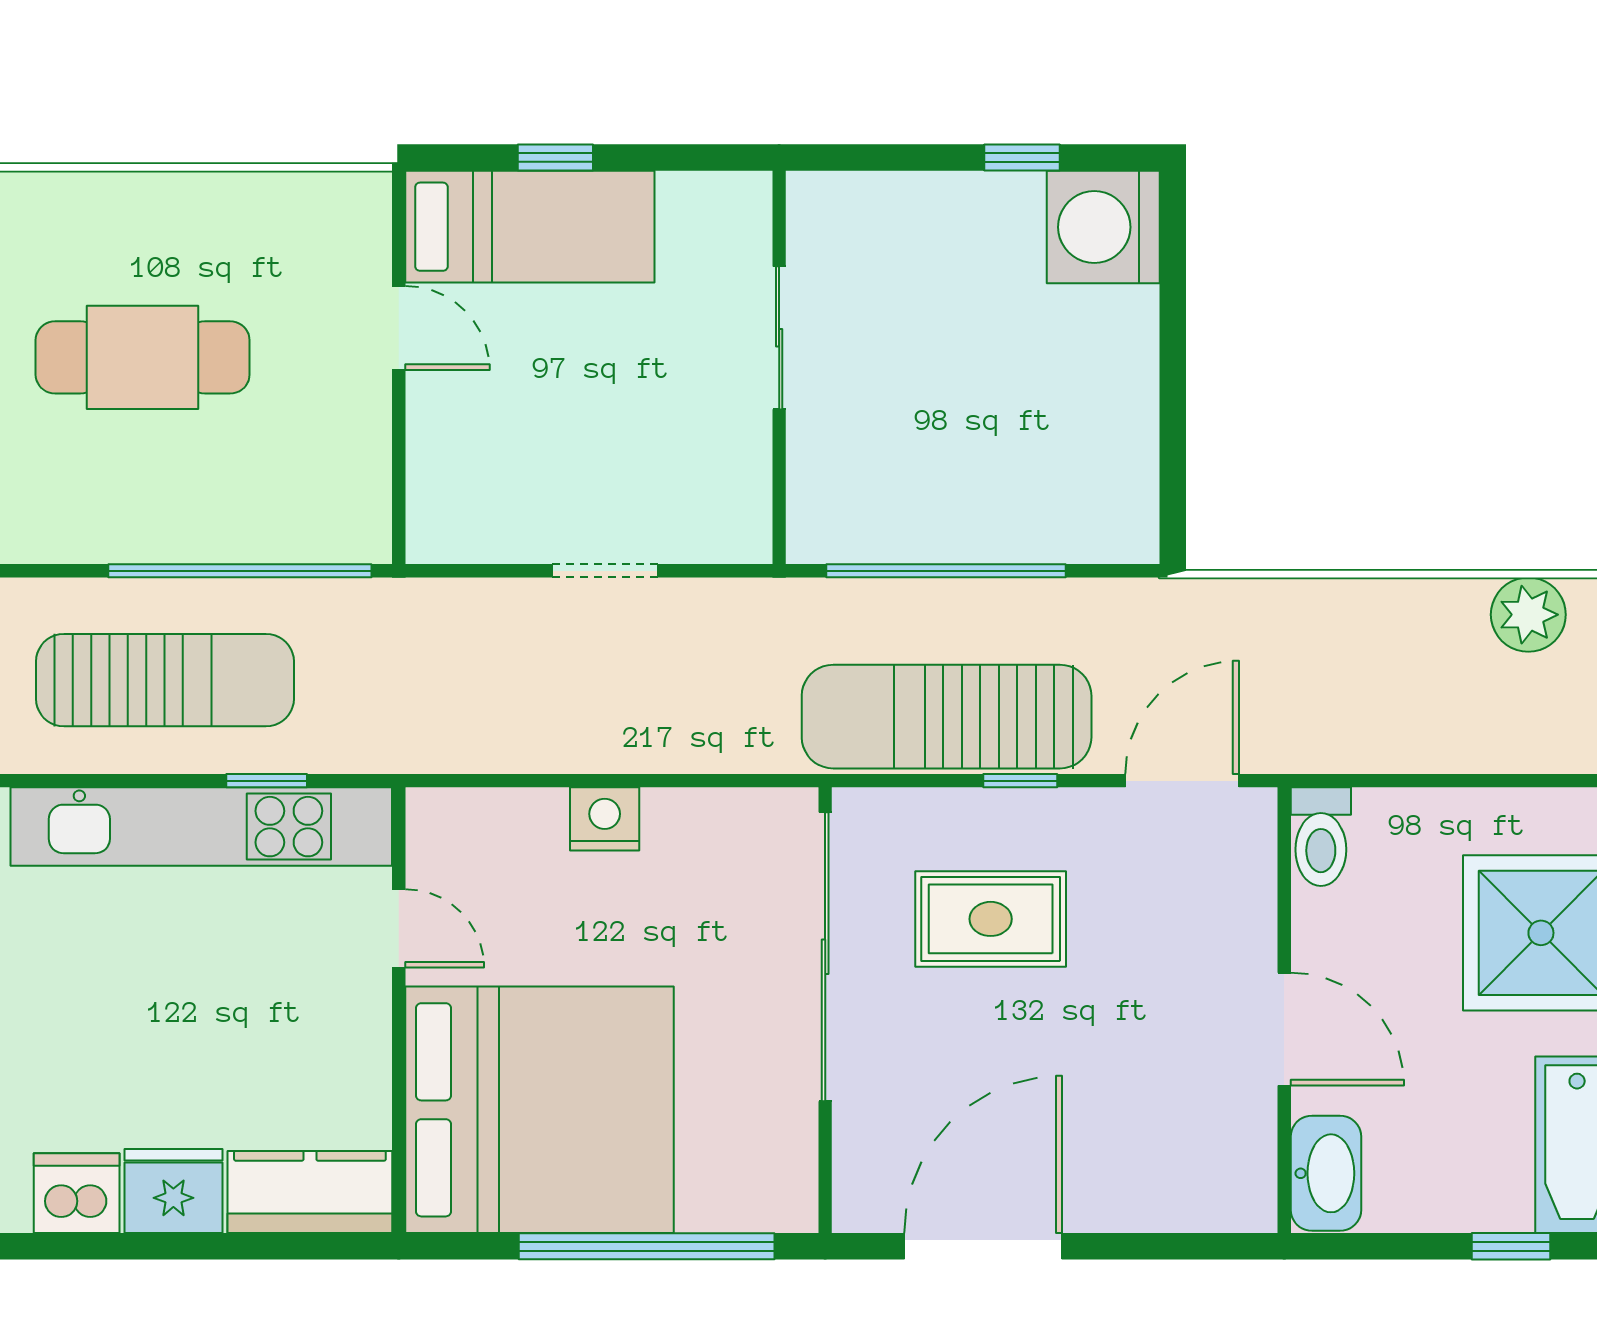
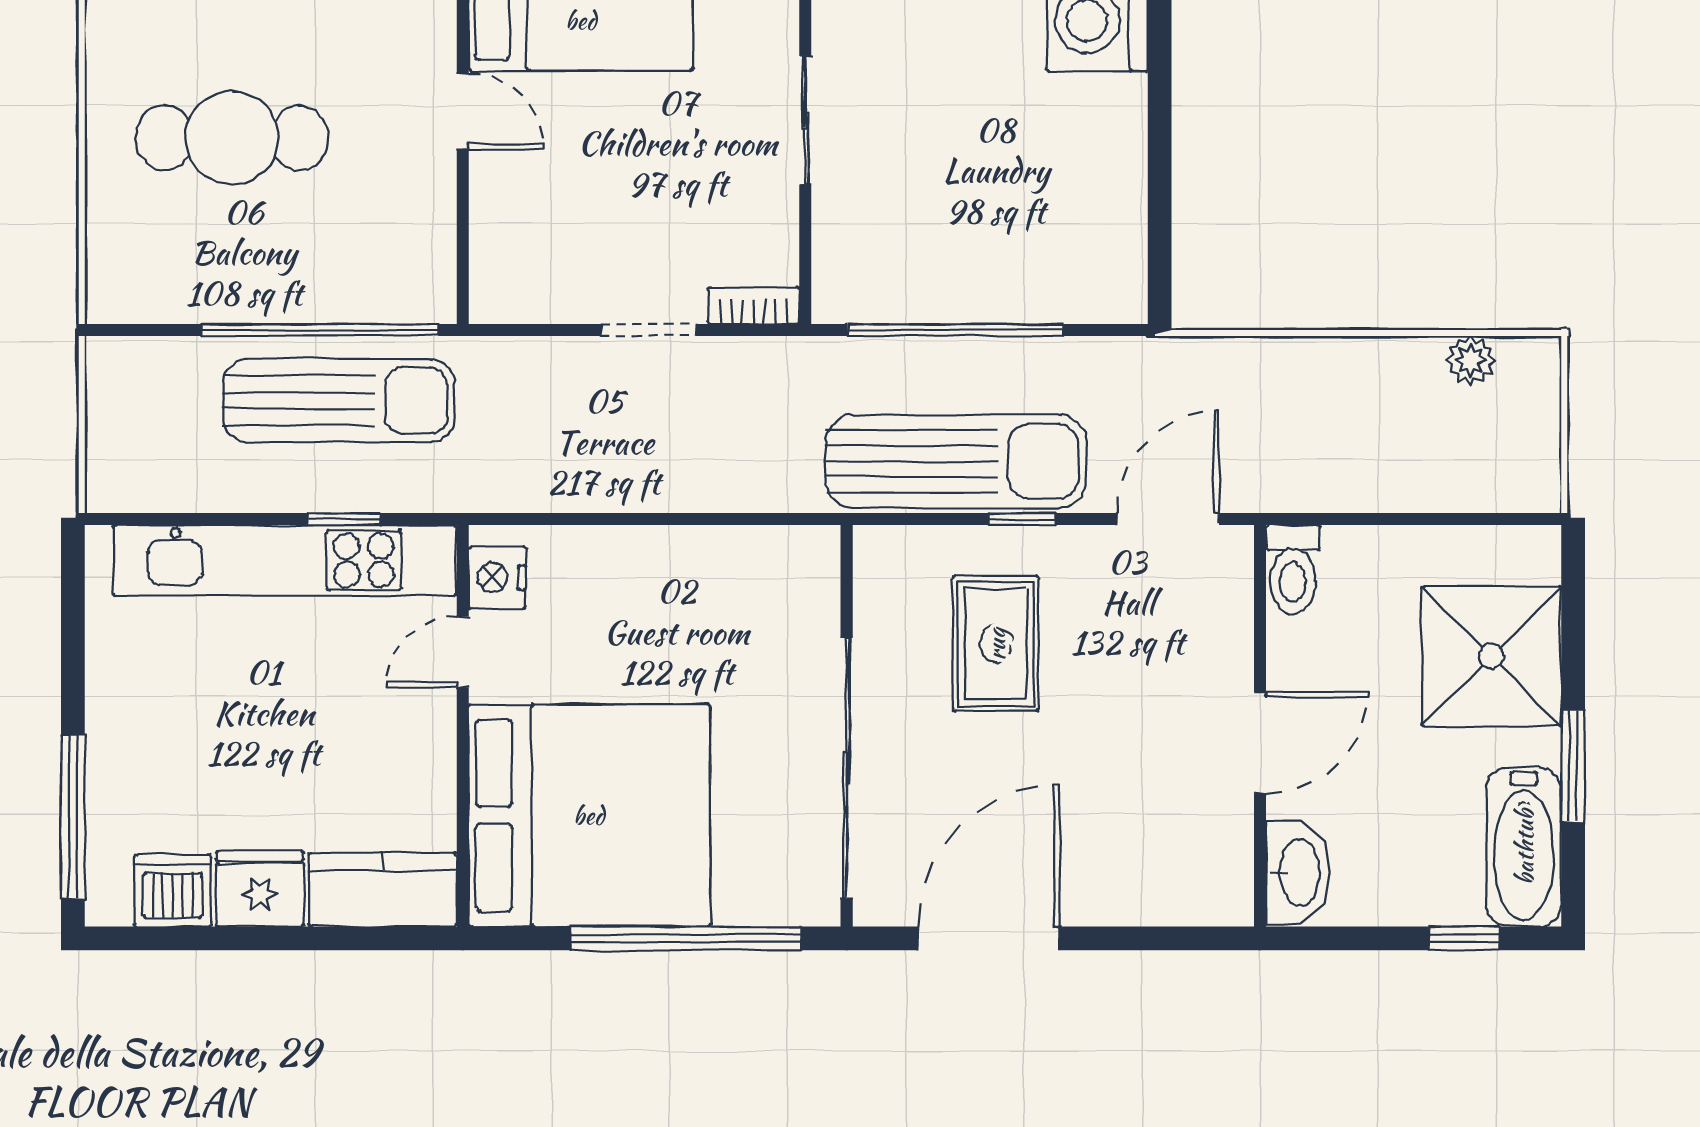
bookcase: (722, 544) -> (754, 306), added
plant: (1528, 615) -> (1471, 360), width x0.73, depth x0.73
sun lounger: (165, 680) -> (339, 401), moved
sun lounger: (947, 717) -> (956, 461), turned 180
nightstand: (605, 819) -> (497, 578), moved, turned -90
rug: (991, 919) -> (996, 644), turned 90
door: (399, 928) -> (463, 652), swing flipped
sliding door: (825, 957) -> (847, 768), moved
door: (1284, 1029) -> (1260, 743), hinge flipped

